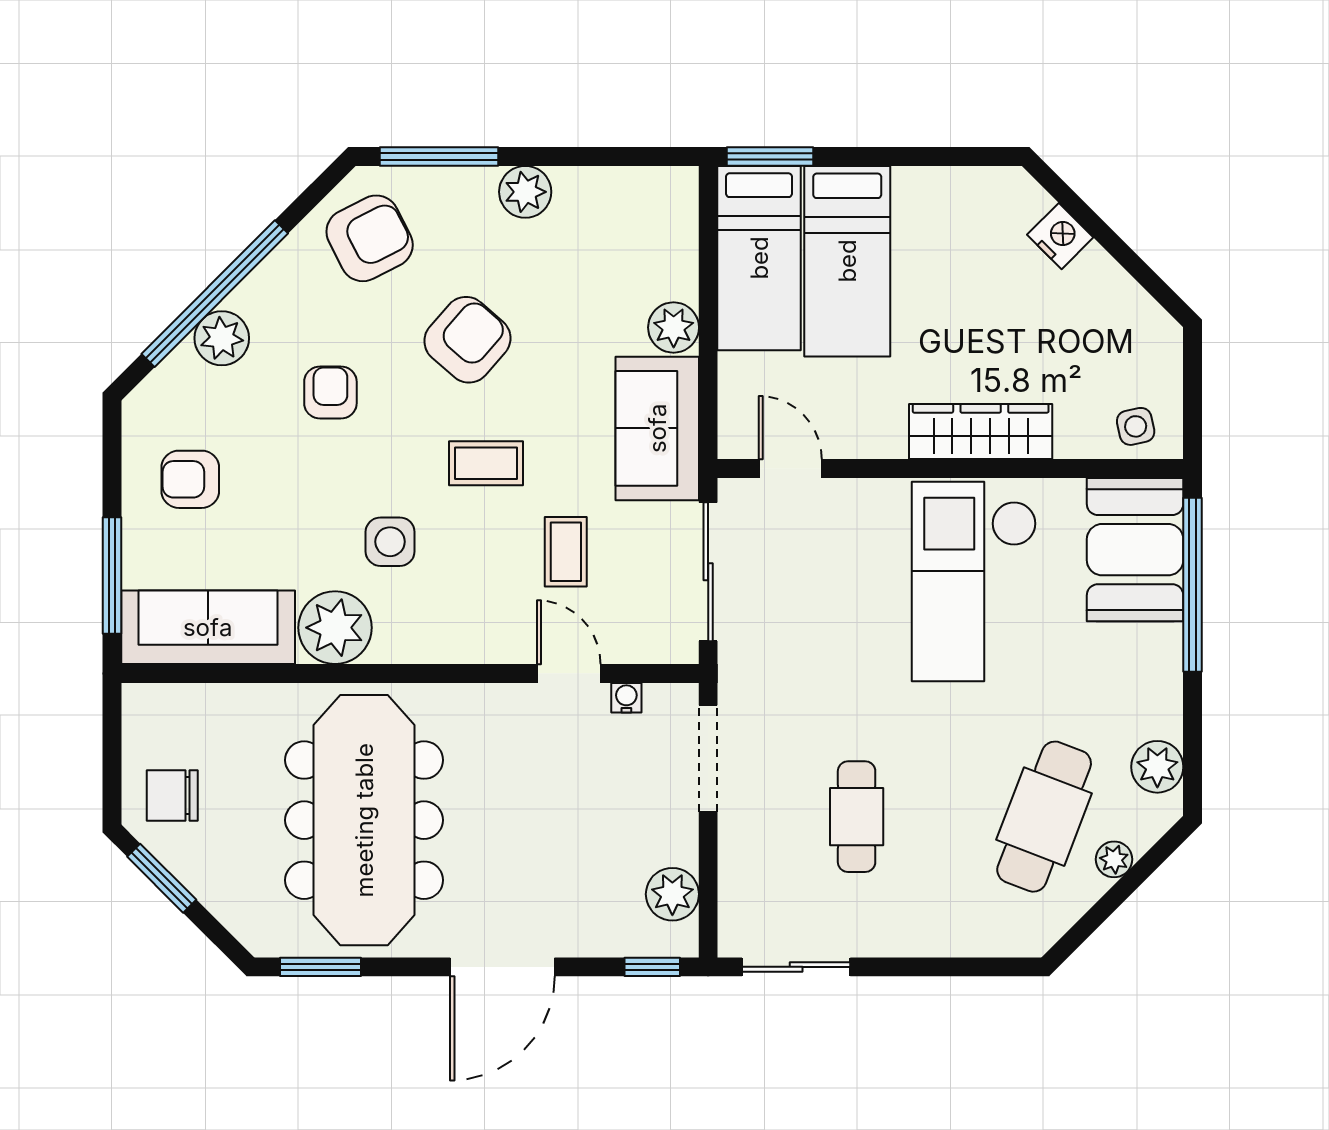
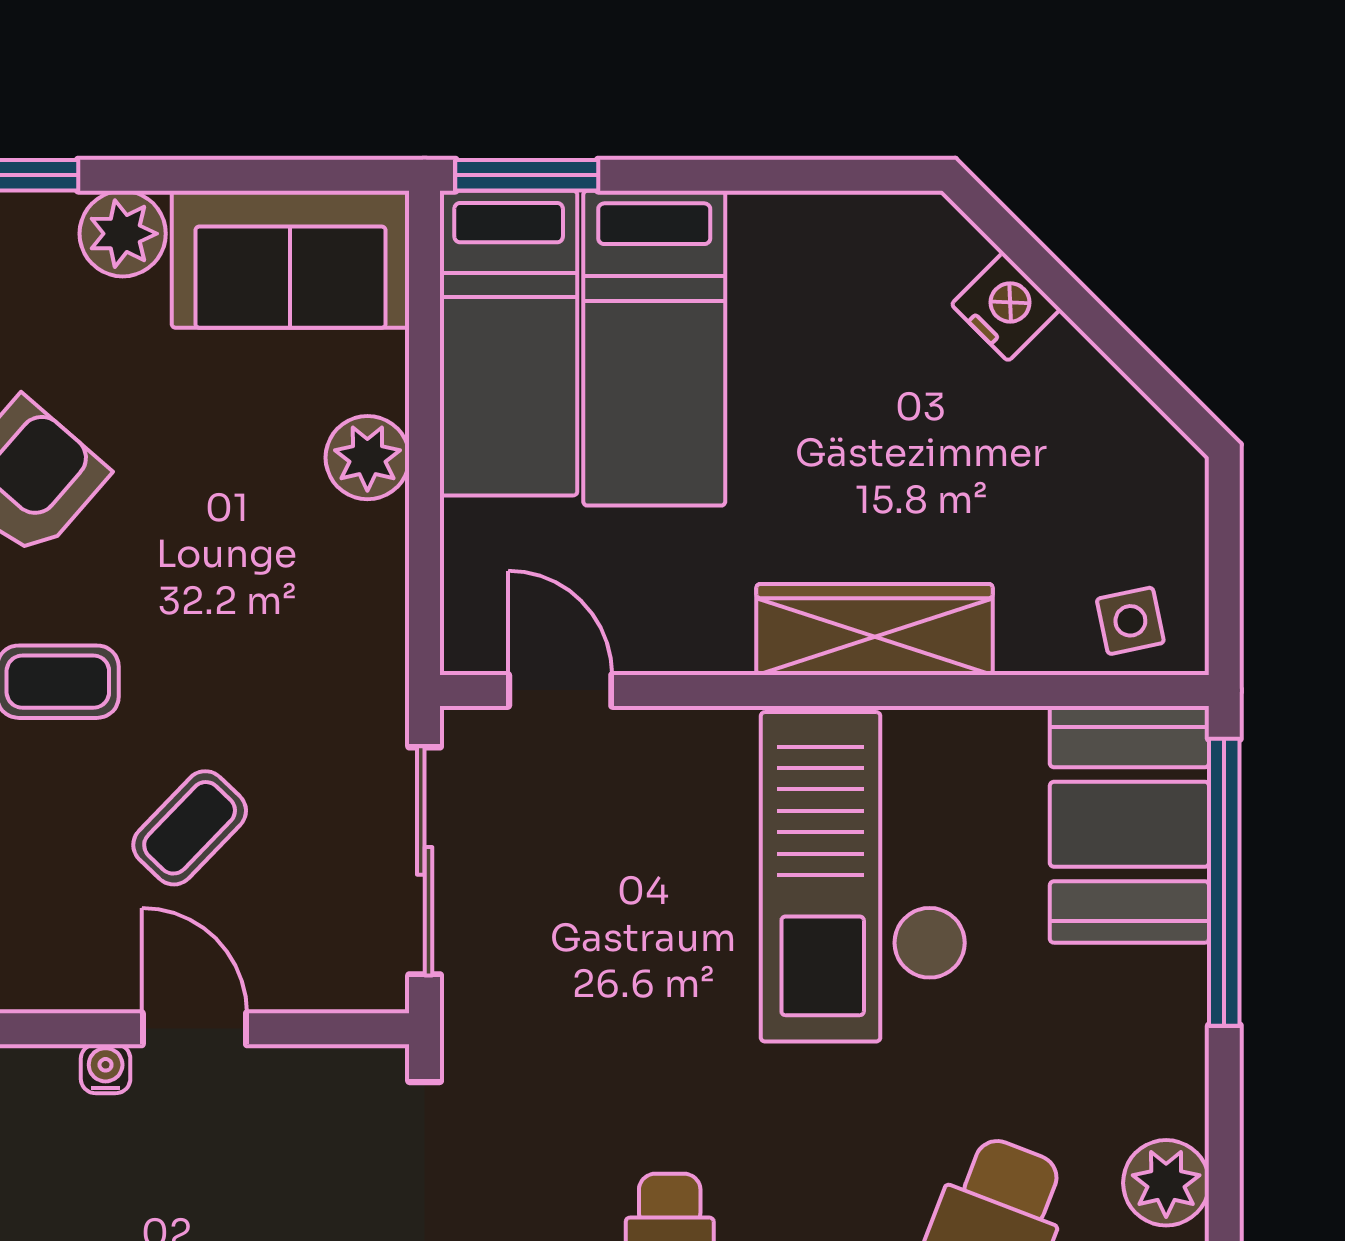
sofa: (657, 428) -> (290, 259), moved, turned -90
coffee table: (566, 552) -> (190, 828), turned 44
water cooler: (626, 698) -> (106, 1069), moved

